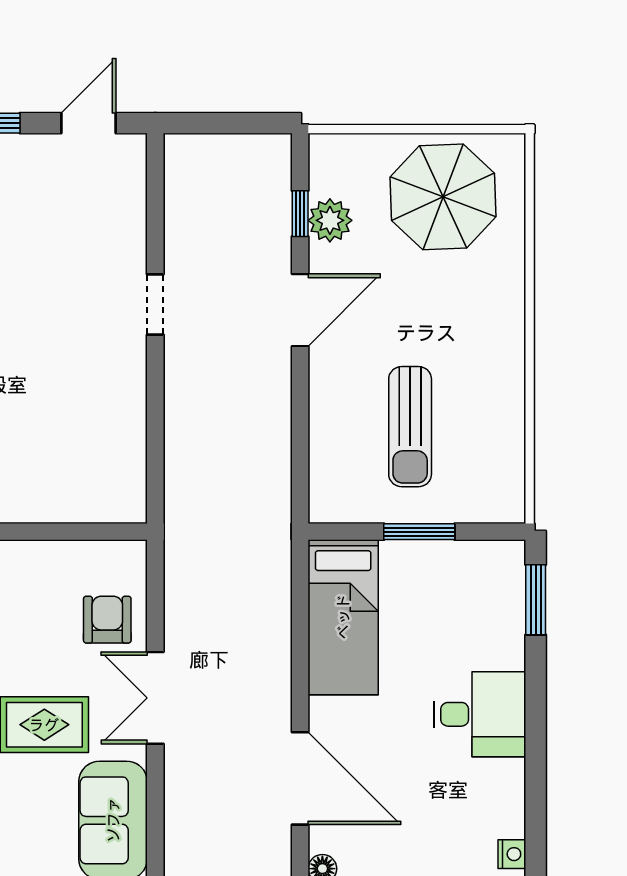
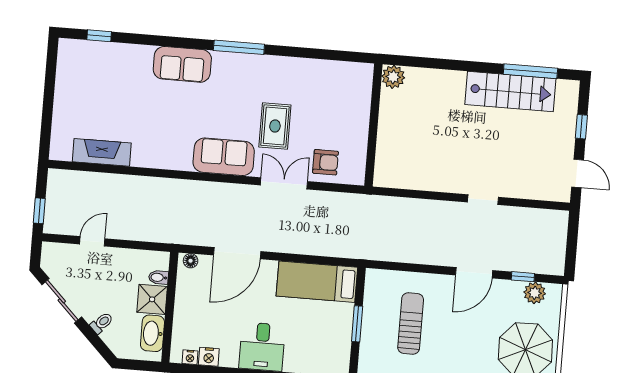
plant: (330, 220) -> (535, 293), moved
door: (300, 310) -> (474, 273), hinge flipped
sun lounger: (410, 427) -> (411, 323), turned 90
nightstand: (508, 817) -> (209, 357), added

